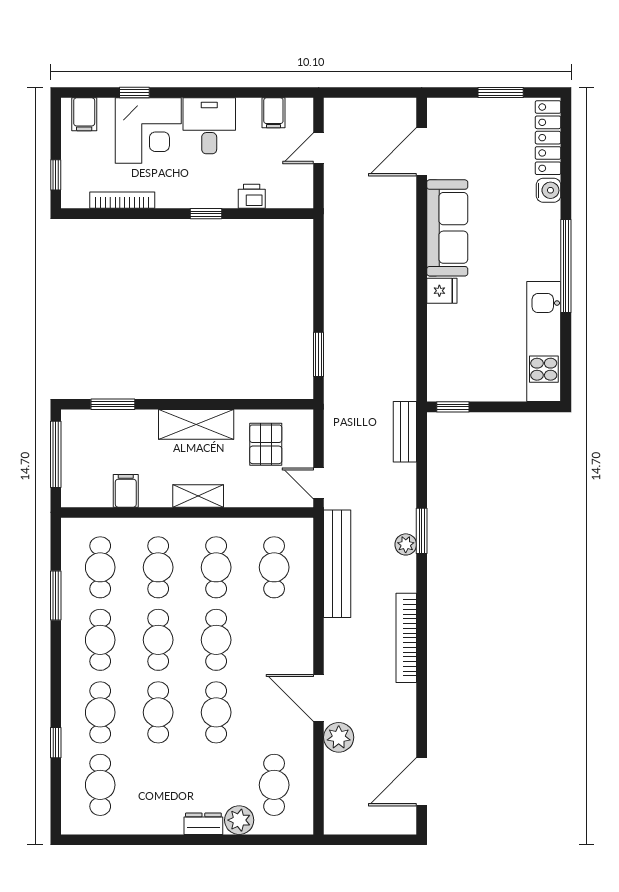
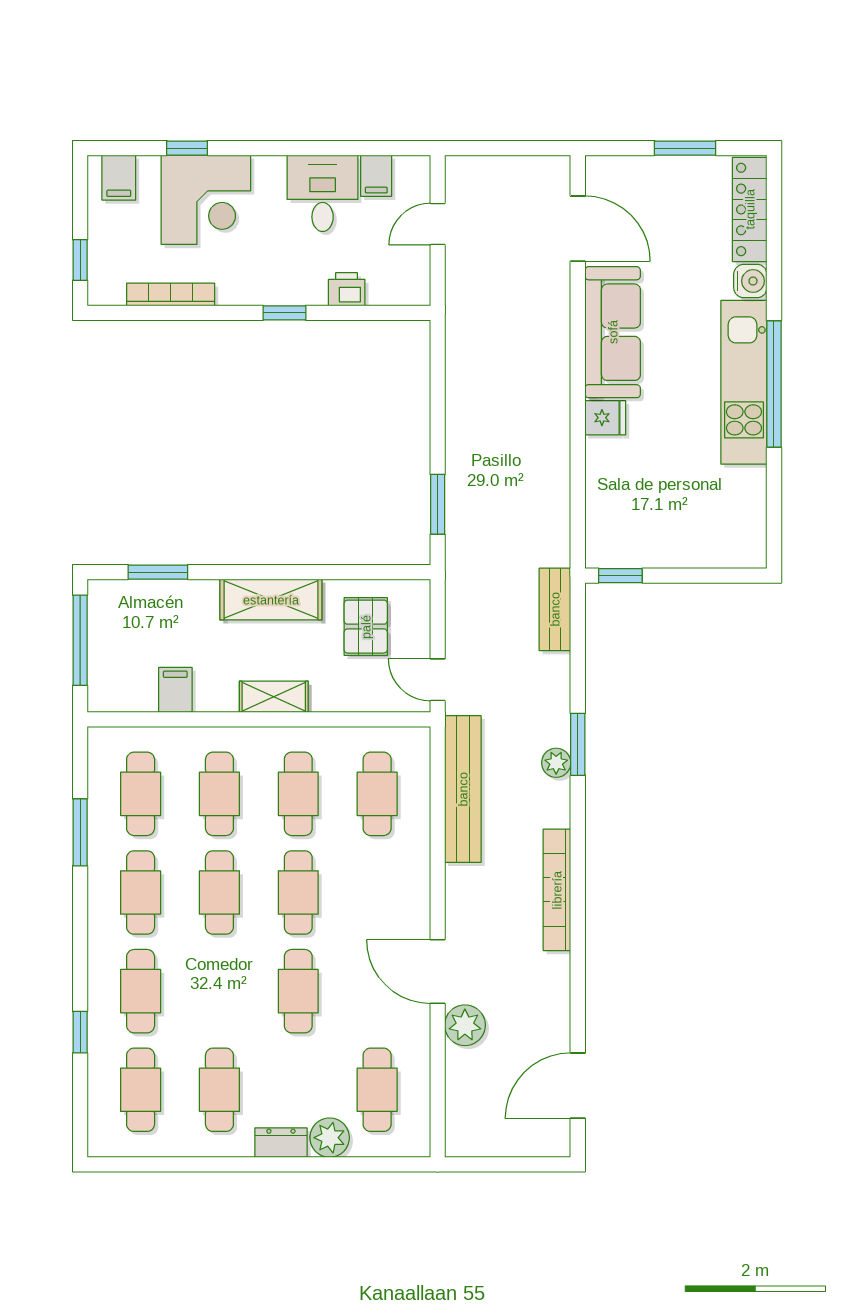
desk: (209, 126) -> (323, 193), moved
door: (422, 152) -> (578, 229), swing flipped
kitchen unit: (544, 342) -> (744, 382), moved
cafe table: (158, 712) -> (219, 1090), moved

